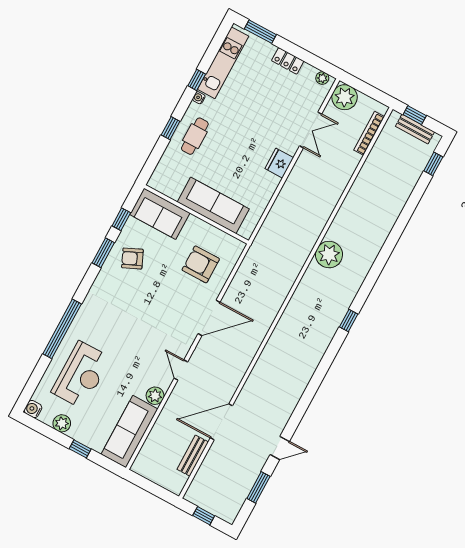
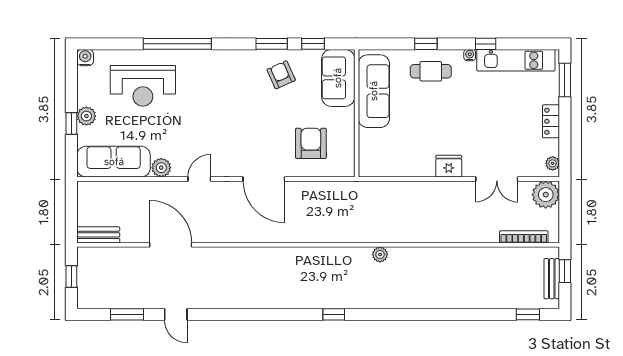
sofa: (213, 205) -> (374, 91), moved
plant: (329, 255) -> (380, 254), width x0.53, depth x0.53
plant: (62, 423) -> (86, 116), moved
bench: (193, 456) -> (98, 235), moved

